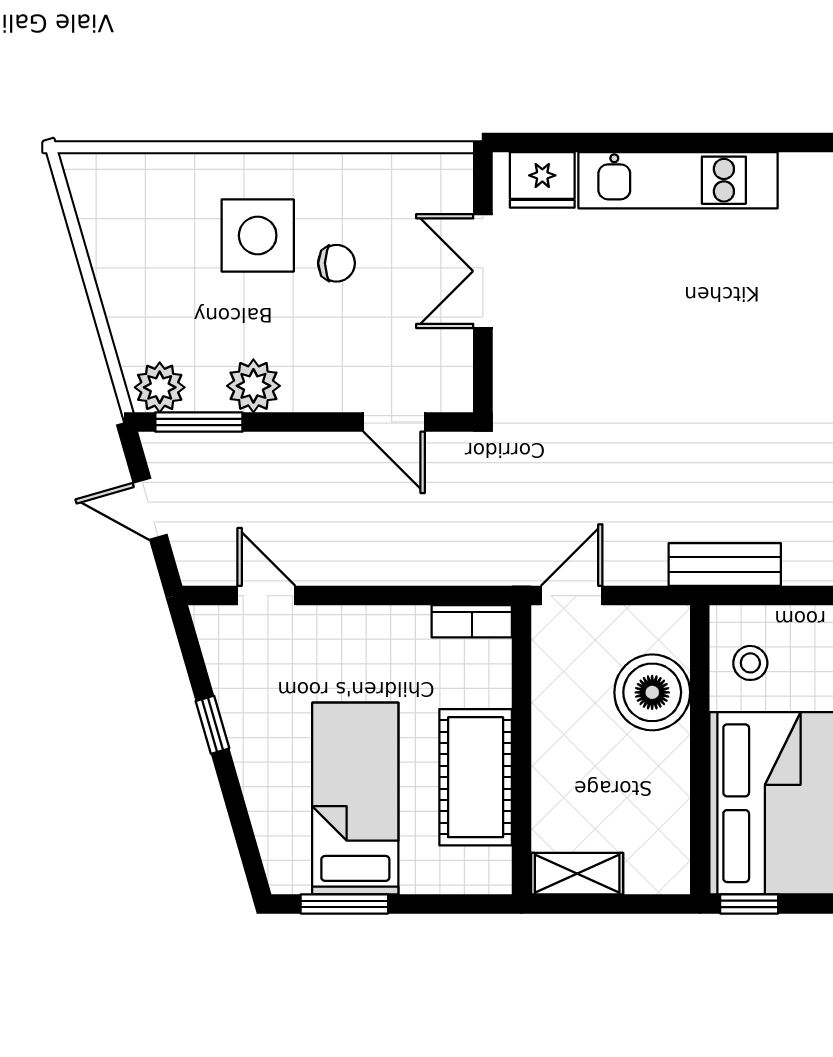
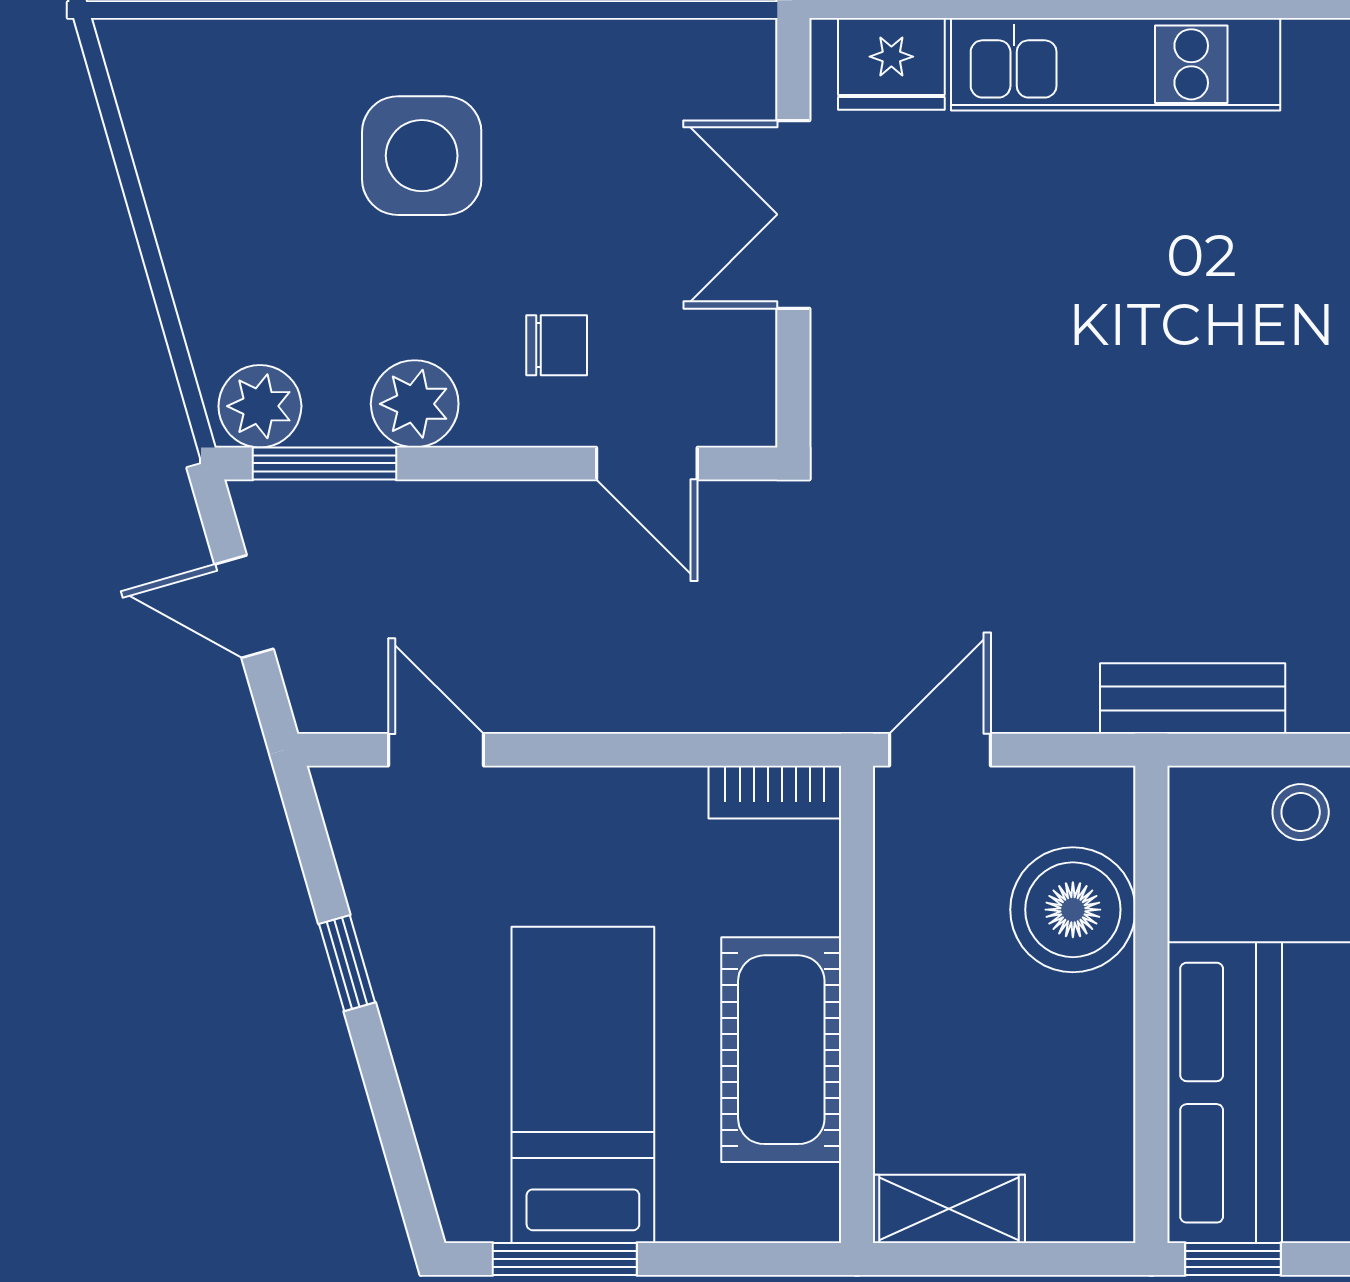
chair: (337, 263) -> (557, 345), moved
stool: (750, 663) -> (1301, 812), moved

